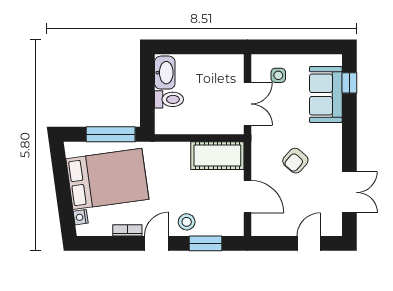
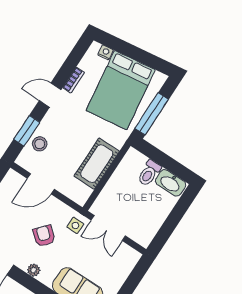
side table: (278, 75) -> (75, 225), moved
plant: (335, 149) -> (34, 270), added
cot: (217, 156) -> (97, 164), moved
stool: (187, 222) -> (40, 144), moved
door: (157, 243) -> (50, 95), swing flipped

